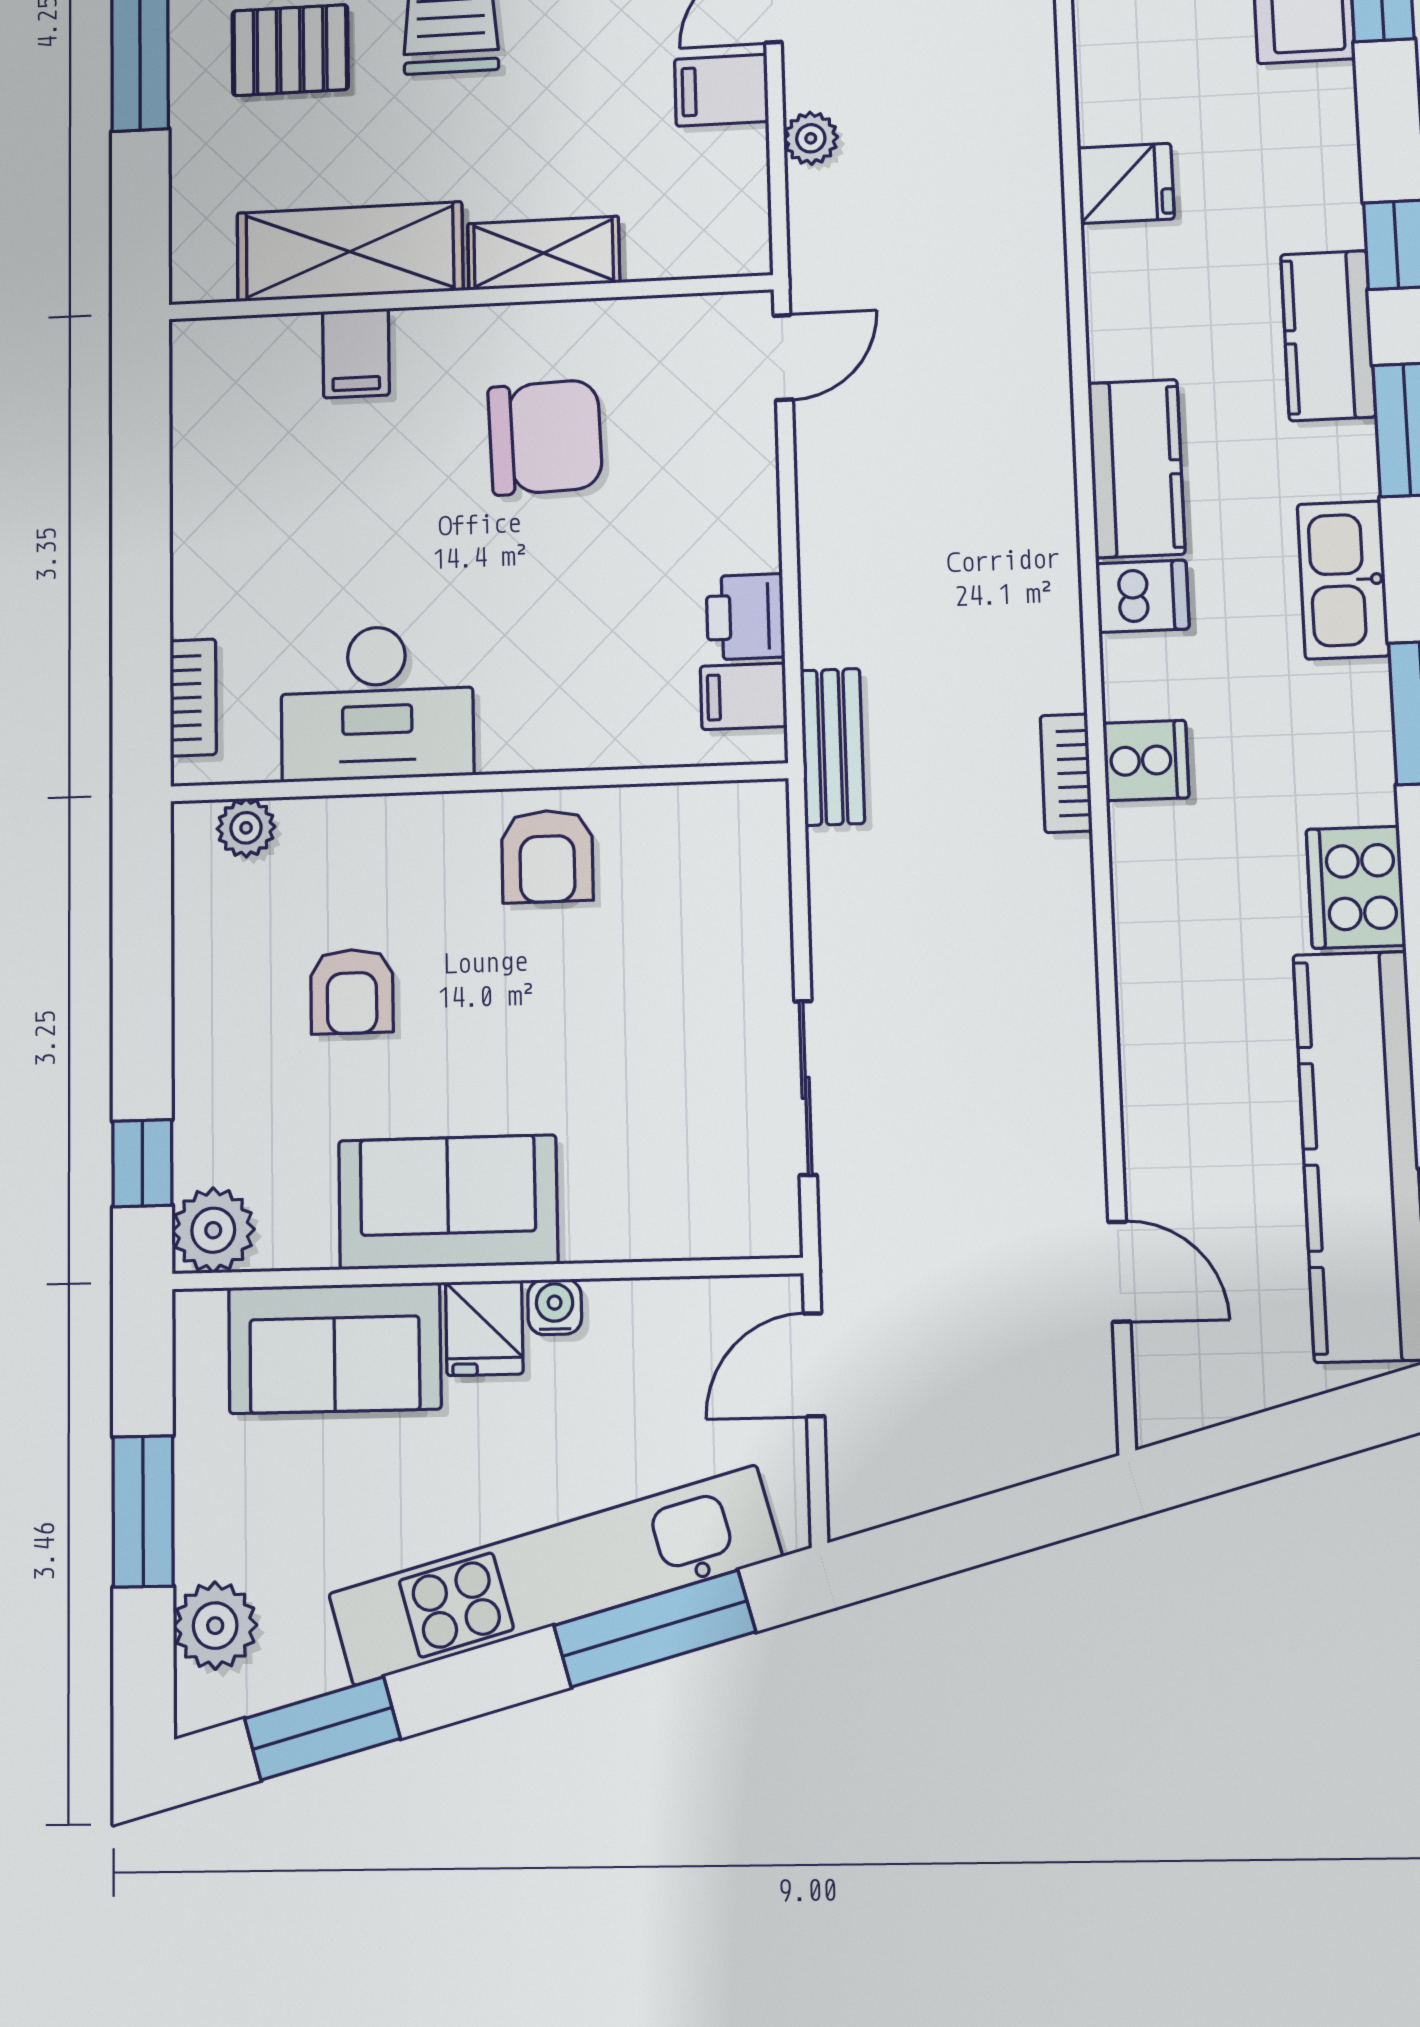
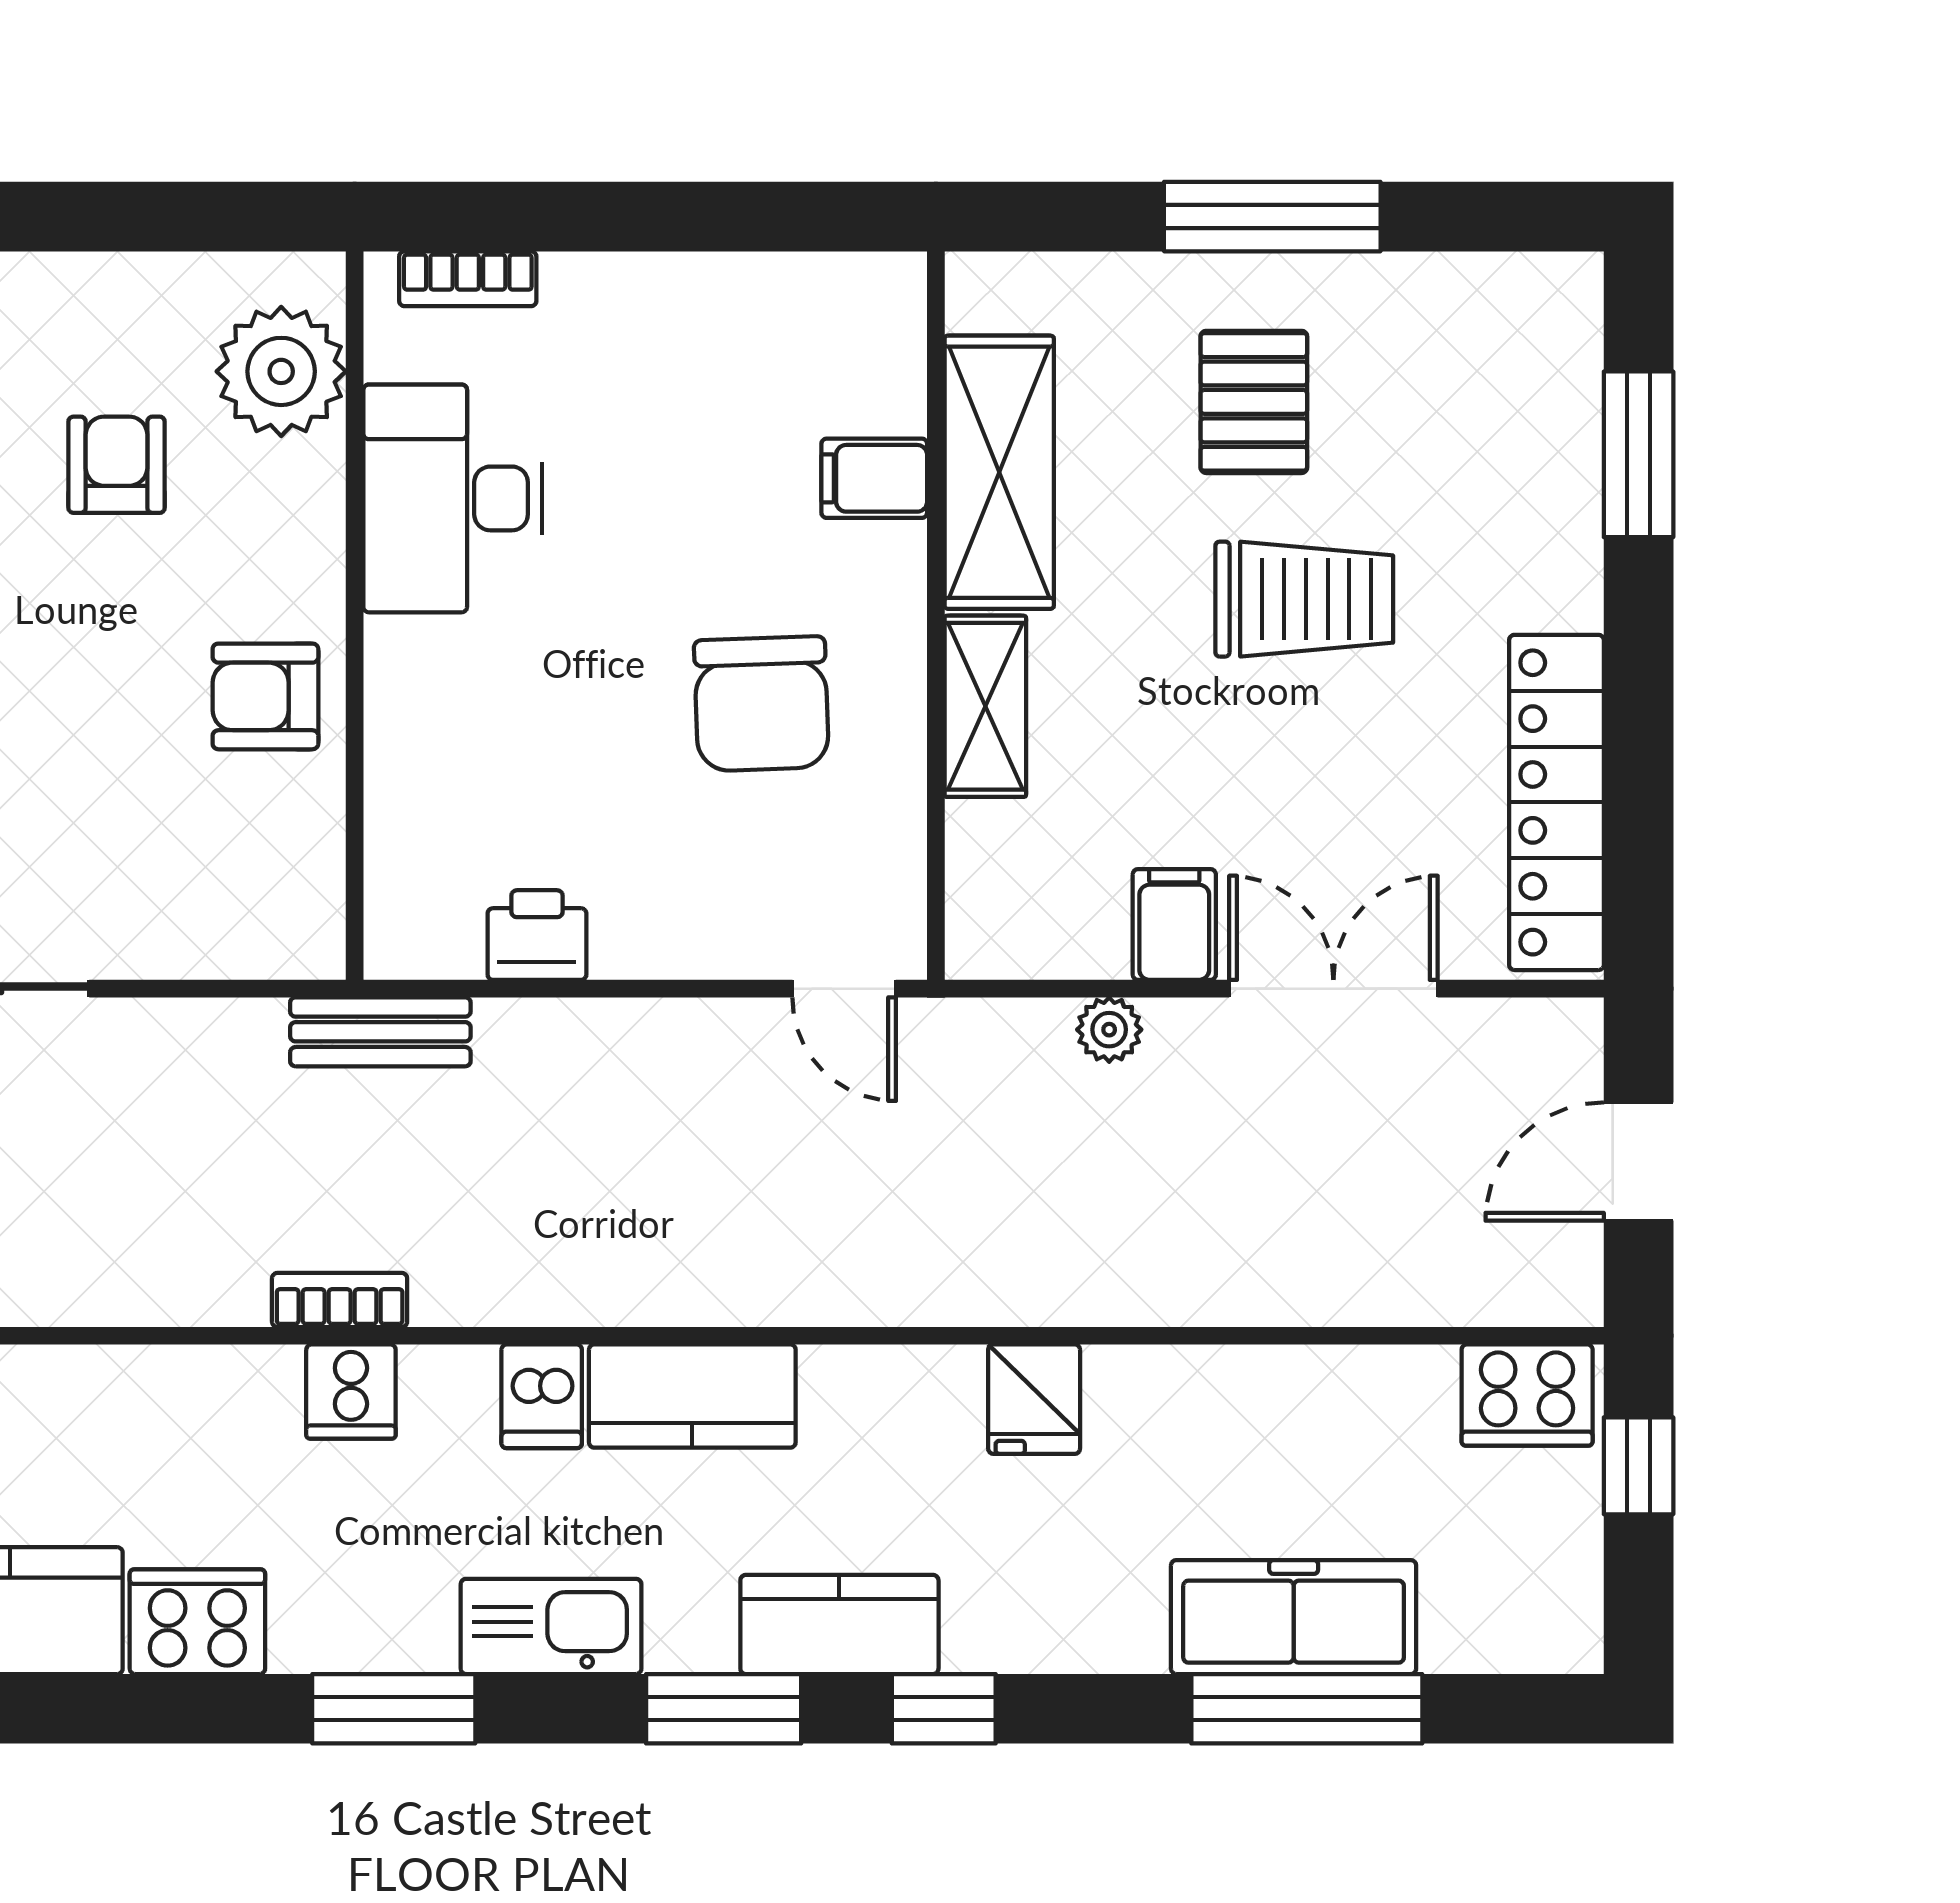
filing cabinet: (744, 696) -> (443, 930), removed
plant: (246, 828) -> (281, 371), width x1.88, depth x1.88
armchair: (352, 991) -> (117, 465), turned 90

